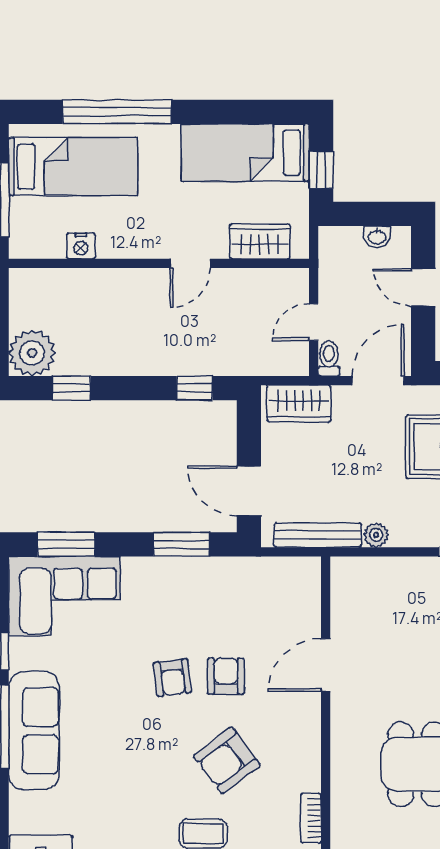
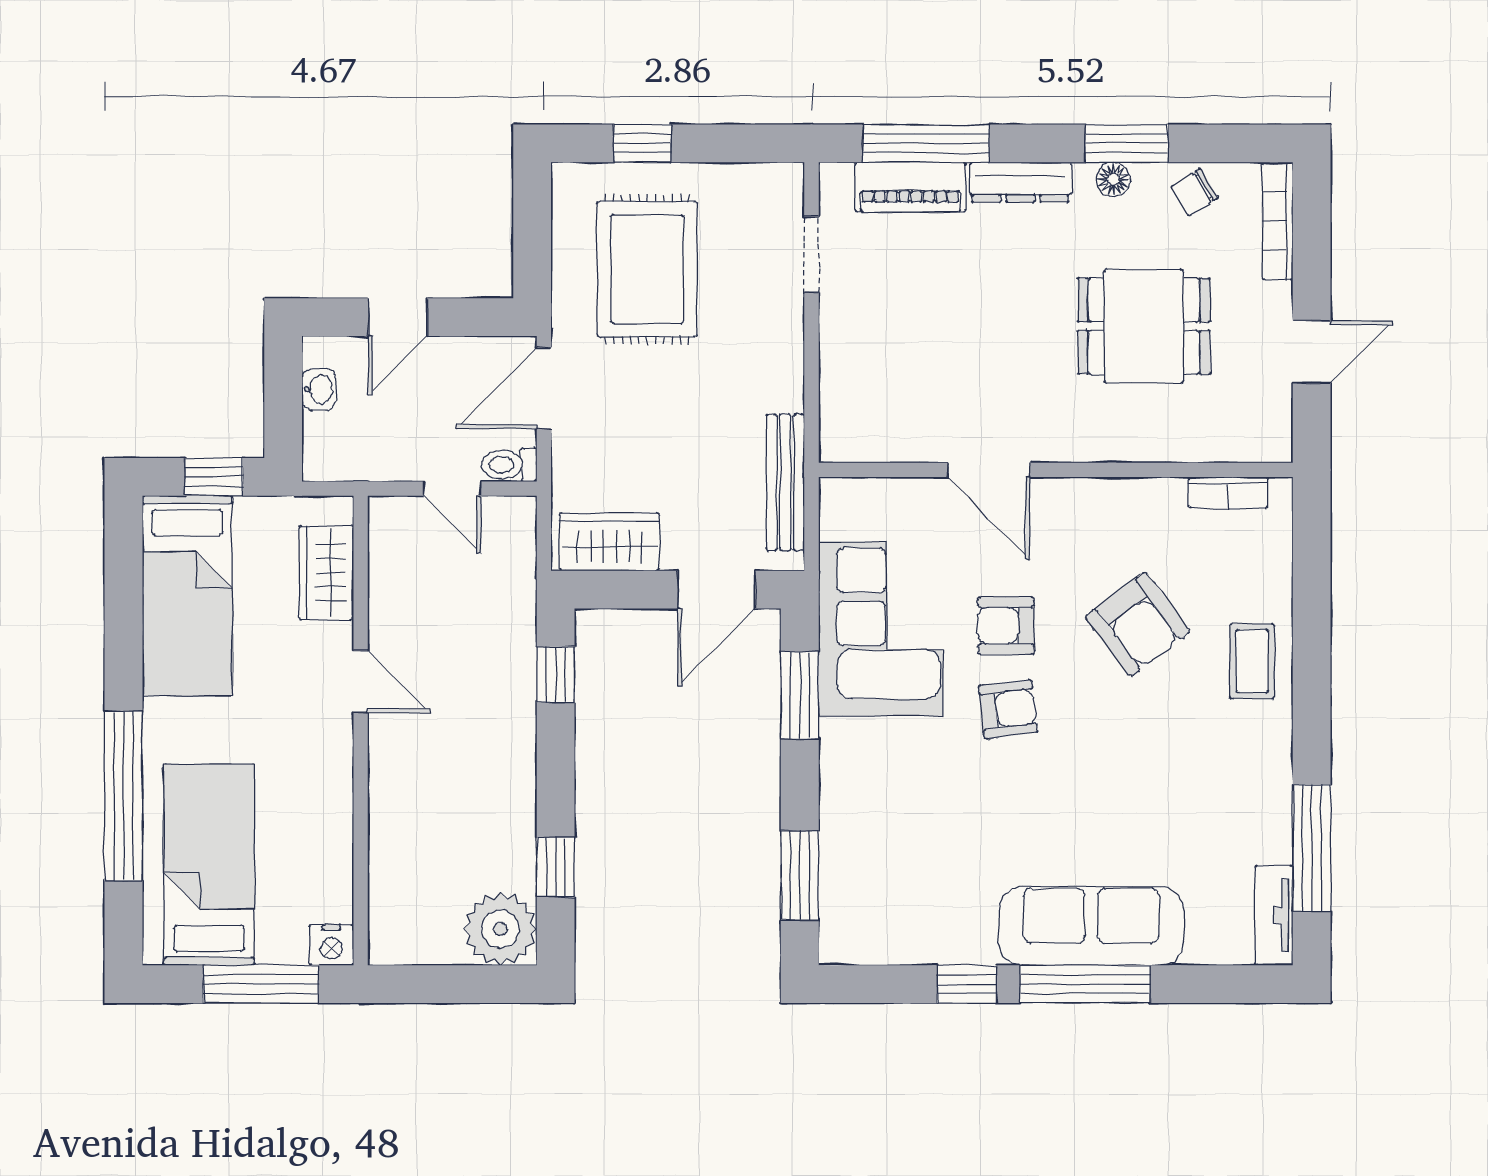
nightstand: (81, 246) -> (331, 945), moved, turned 90
door: (378, 381) -> (544, 388), hinge flipped
wardrobe: (299, 404) -> (610, 542), moved, turned -90
plant: (376, 535) -> (785, 391), removed
corner sofa: (64, 596) -> (881, 629), moved

